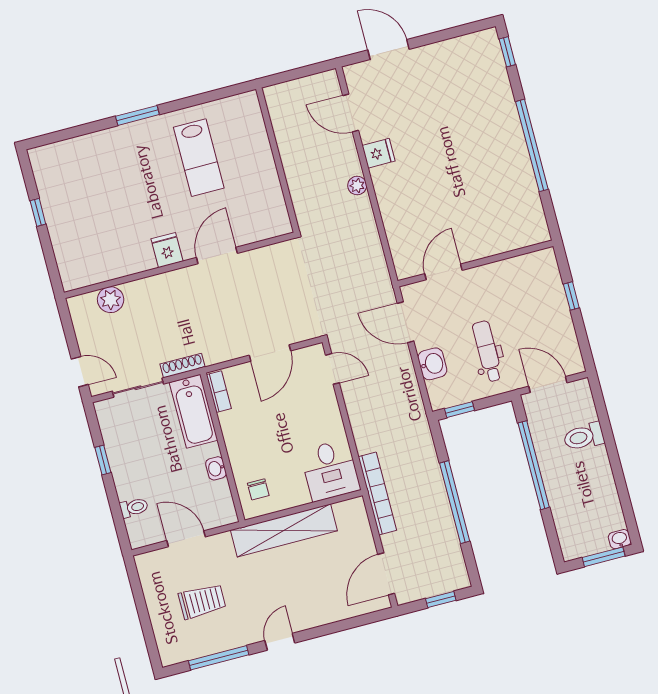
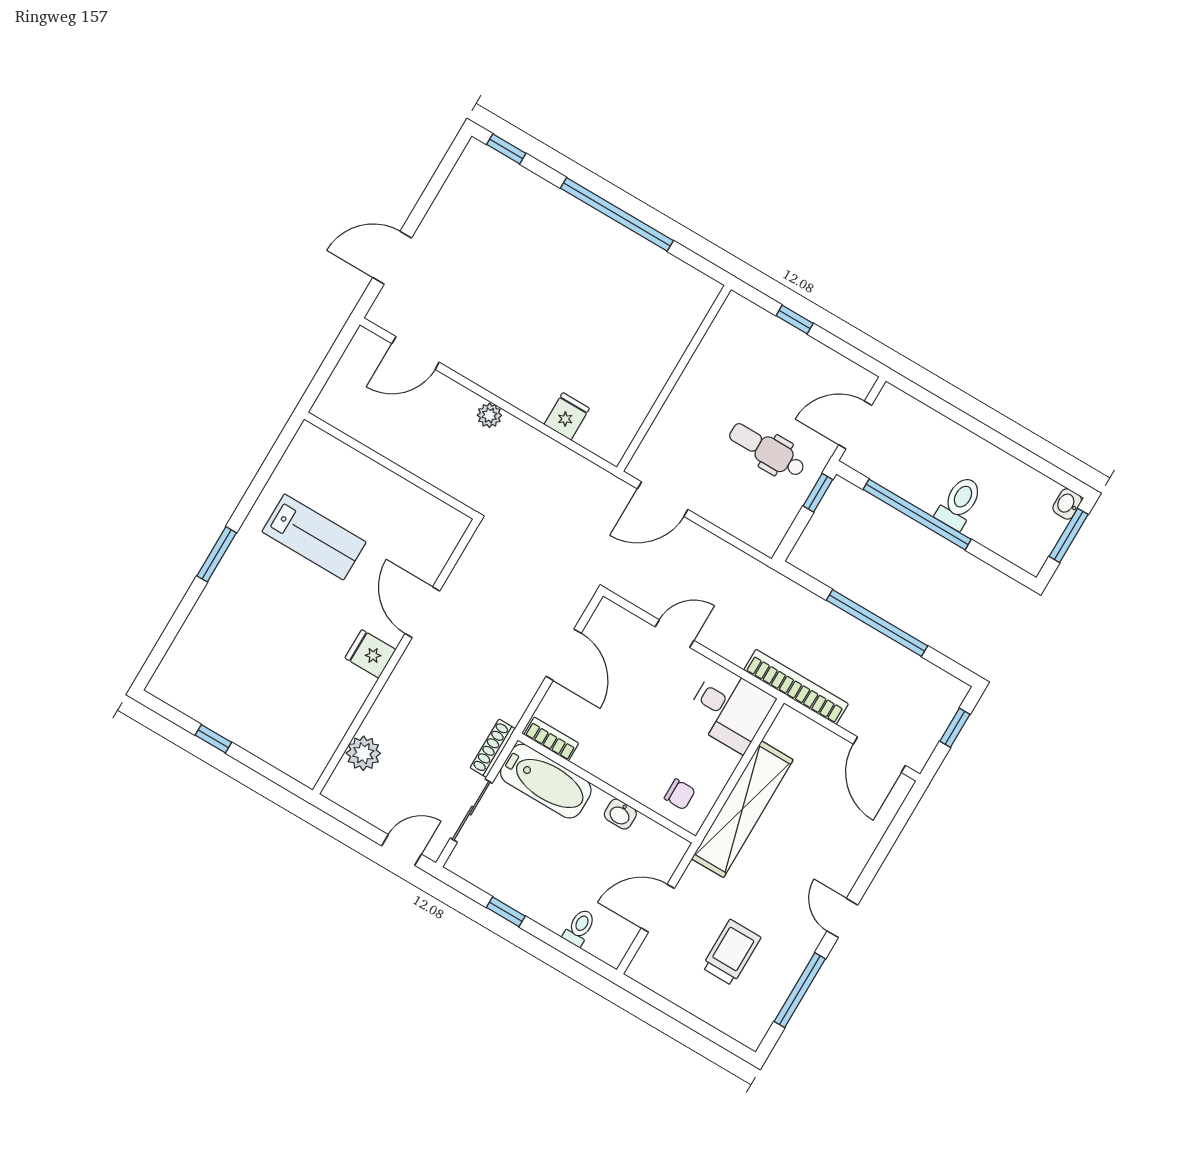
fridge: (379, 153) -> (567, 416), moved
door: (443, 272) -> (651, 416), removed
washbasin: (432, 364) -> (727, 513), removed
door: (332, 369) -> (675, 634), moved
window: (460, 410) -> (818, 493), moved
toilet: (584, 437) -> (959, 503), moved, turned 180

